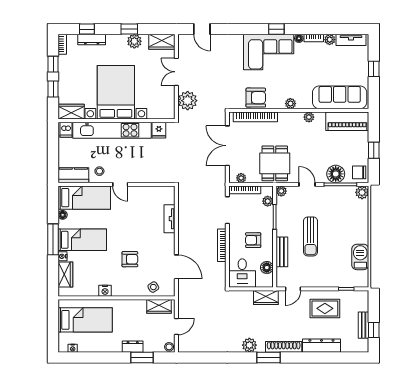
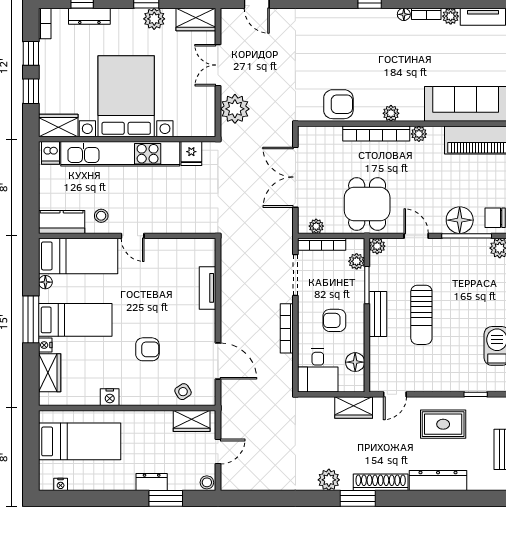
corner sofa: (269, 52) -> (358, 35), removed
bookcase: (255, 117) -> (376, 134), moved
bench: (282, 252) -> (378, 314), moved

